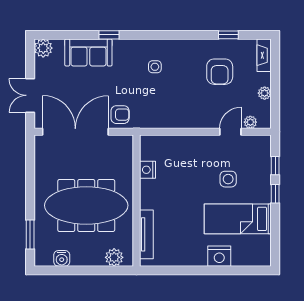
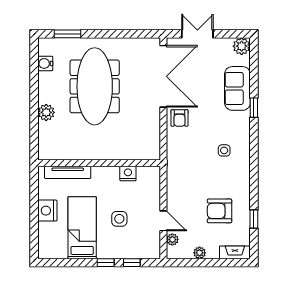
nightstand: (148, 170) -> (128, 174), moved
wall: (137, 201) -> (99, 163), moved
tv unit: (146, 234) -> (68, 172), moved

